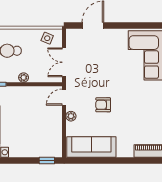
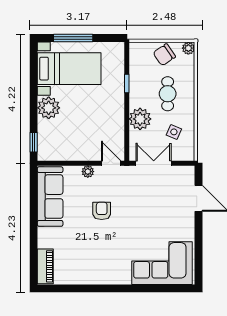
side table: (47, 38) -> (174, 132), moved
plant: (24, 78) -> (140, 119), width x1.88, depth x1.88
plant: (19, 148) -> (49, 108), added

